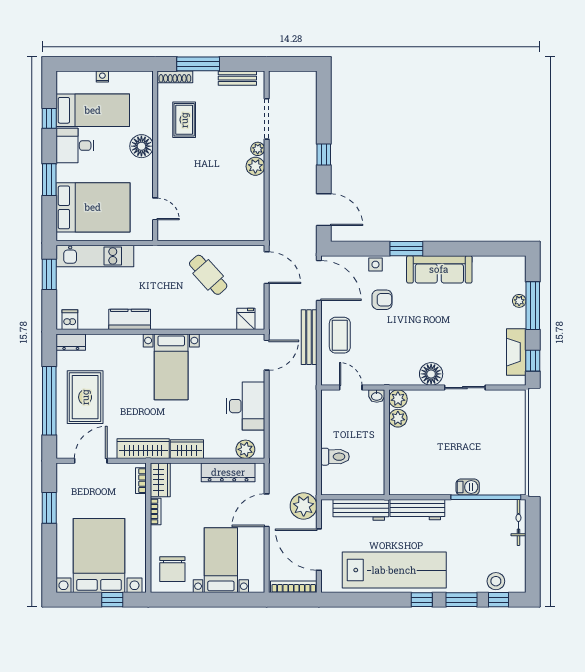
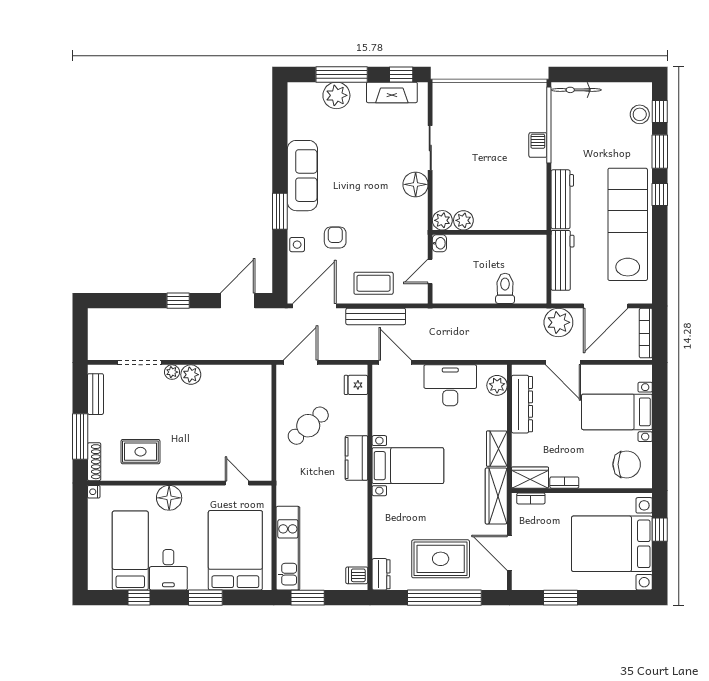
nightstand: (102, 77) -> (94, 492), moved
door: (155, 209) -> (237, 483), hinge flipped
plant: (519, 301) -> (336, 95), width x1.87, depth x1.87
kitchen counter: (130, 319) -> (356, 458), moved

